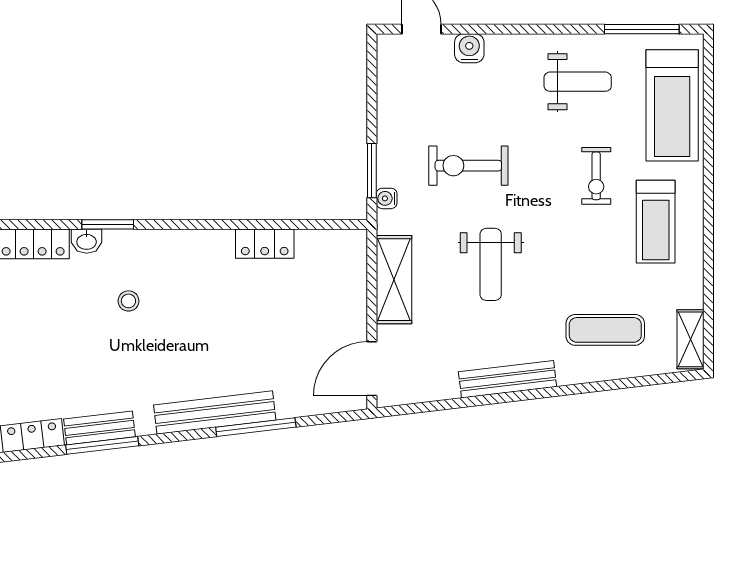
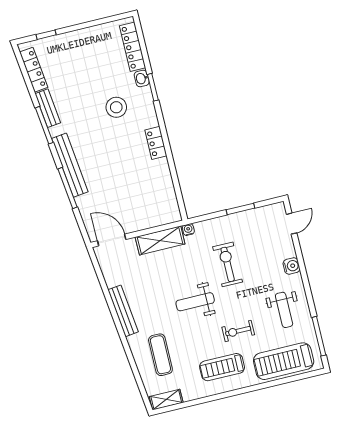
water cooler: (469, 48) -> (292, 266), moved
window: (372, 171) -> (240, 209), moved
water cooler: (387, 198) -> (188, 230), moved
locker: (265, 244) -> (156, 143), moved
weight bench: (491, 264) -> (195, 302), moved
stool: (128, 301) -> (116, 107), width x1.89, depth x1.89
window: (102, 445) -> (44, 125), moved

